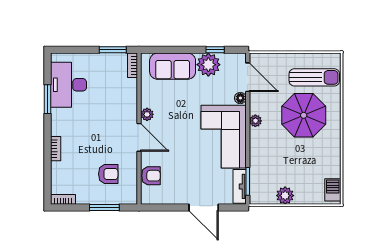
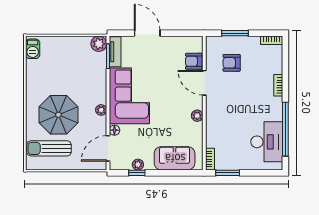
plant: (208, 65) -> (138, 165), width x0.53, depth x0.53
door: (248, 77) -> (108, 148), hinge flipped
window: (48, 99) -> (285, 129), width x2.11
door: (139, 137) -> (204, 83), moved
plant: (285, 196) -> (99, 44), moved

